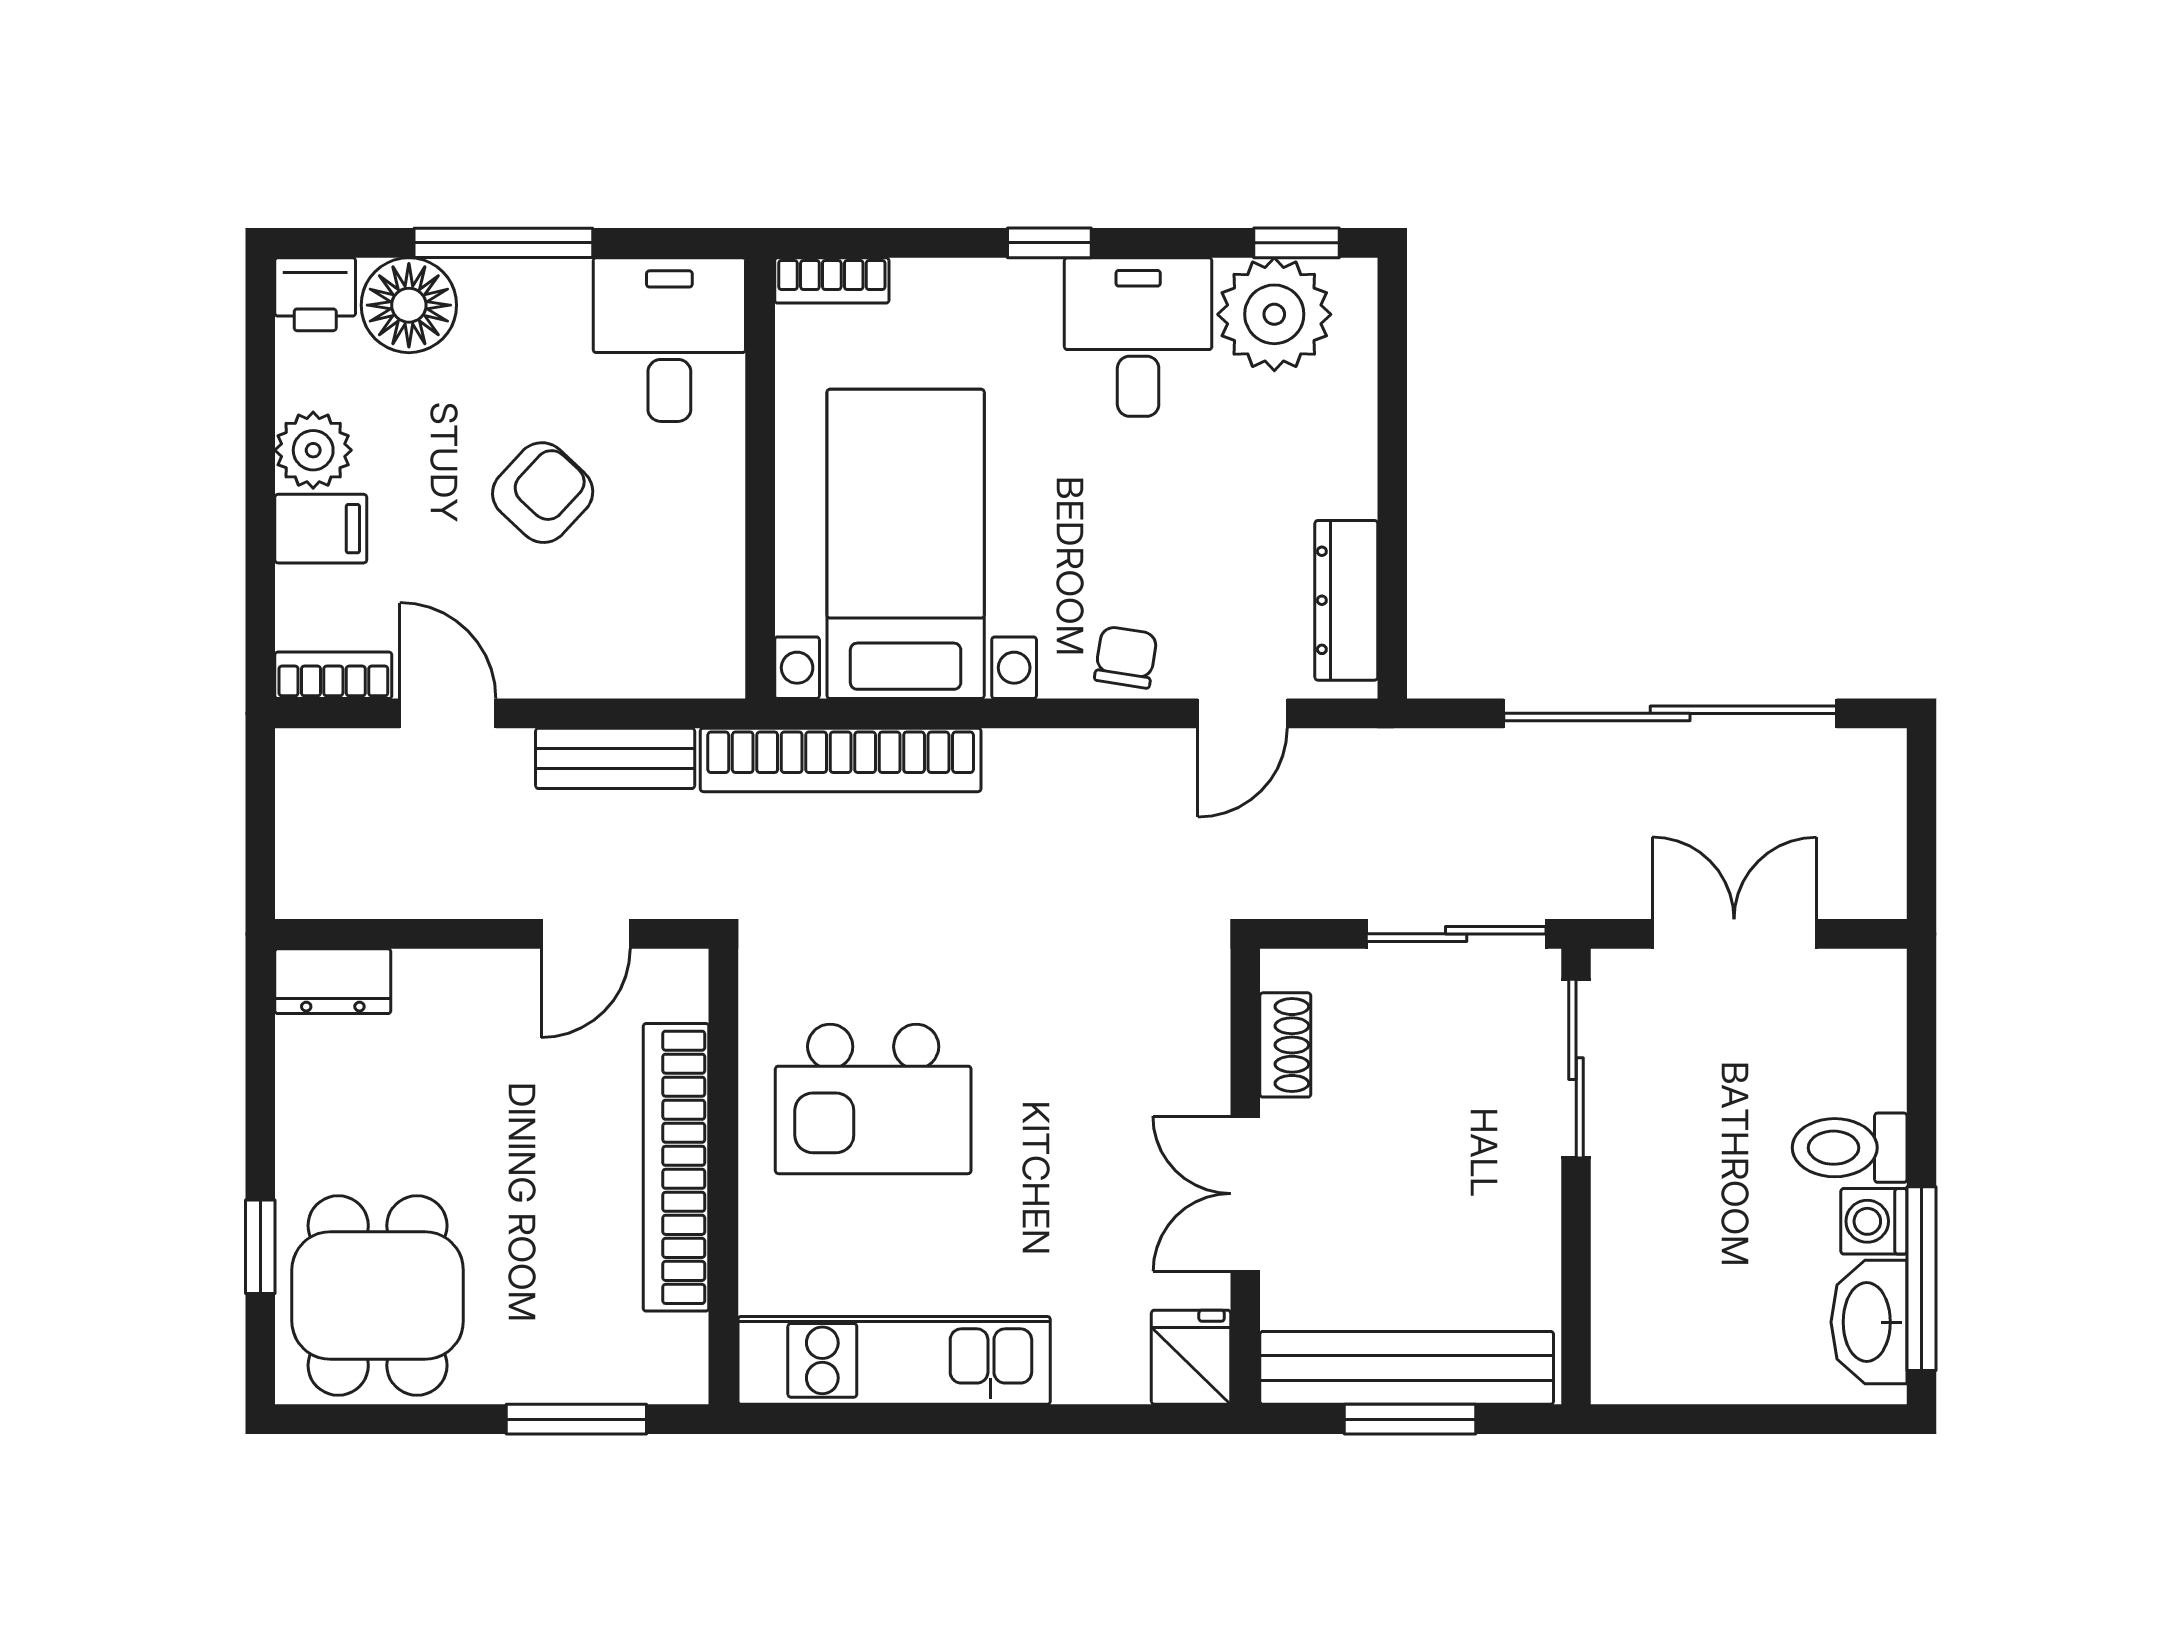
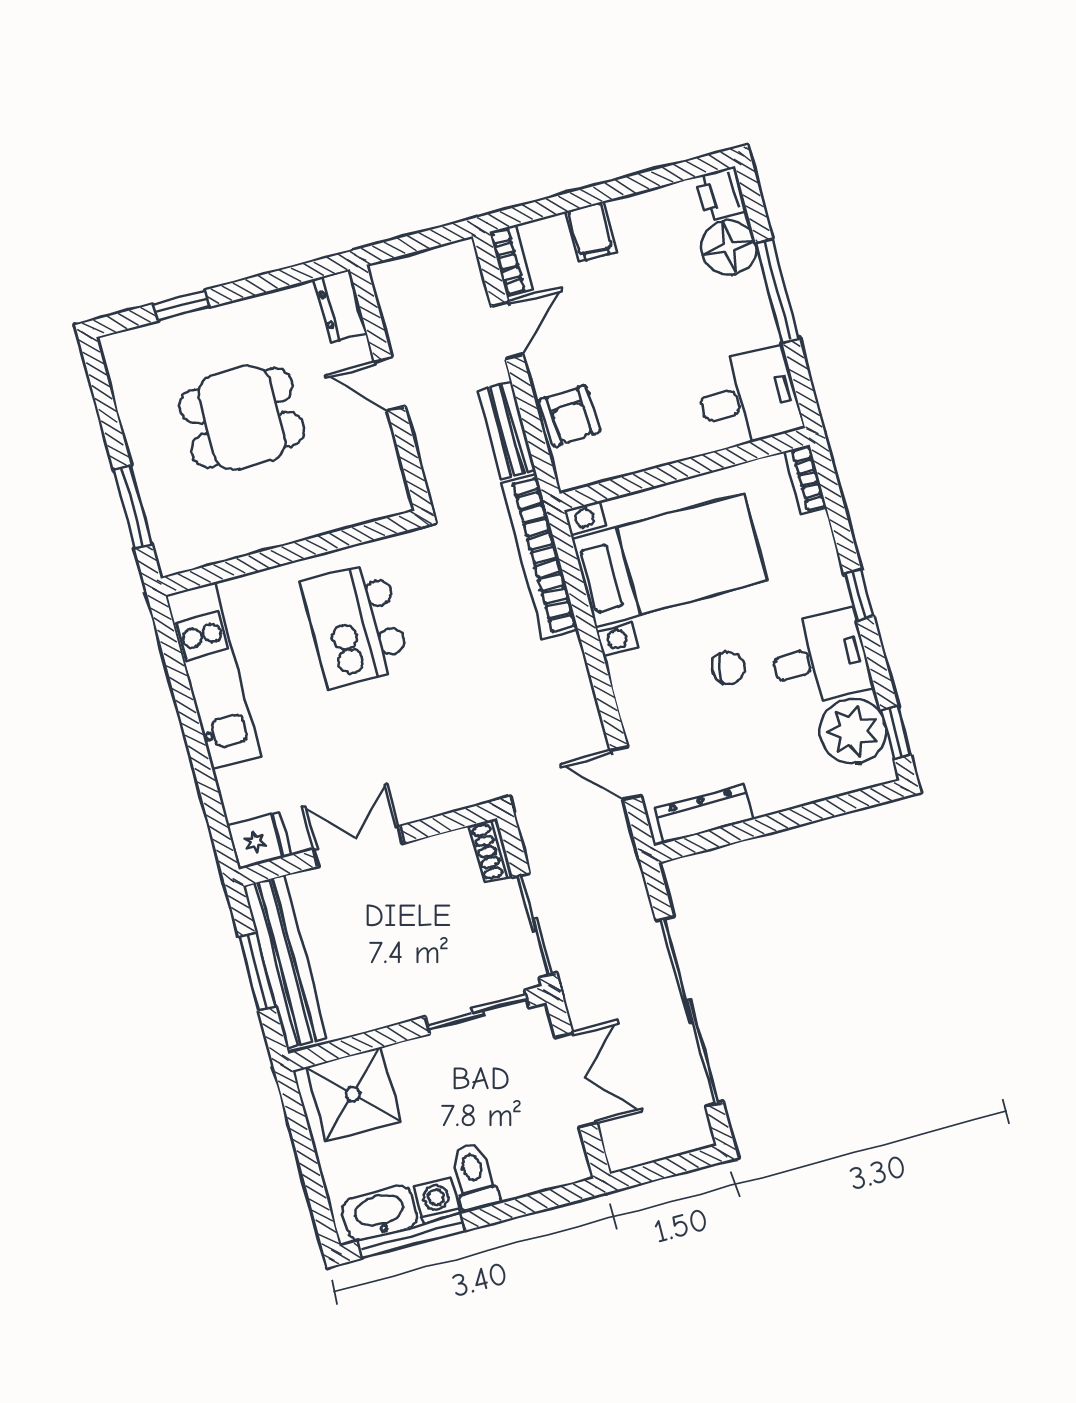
plant: (313, 450) -> (633, 216), removed
armchair: (543, 493) -> (569, 416), moved, turned 44
chair: (1126, 657) -> (728, 668), moved
door: (586, 934) -> (390, 384), moved
shoe rack: (1285, 1045) -> (491, 851), moved, turned 90
bookcase: (676, 1167) -> (288, 525), removed
dining table: (378, 1296) -> (242, 418), moved
shower: (1658, 1314) -> (353, 1094), added

